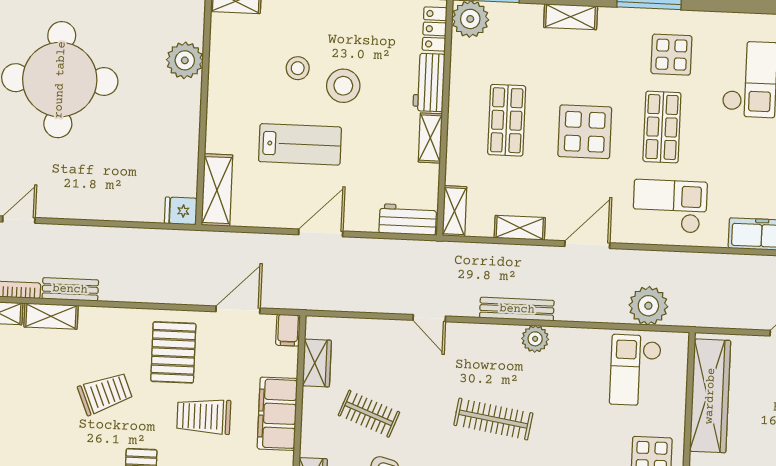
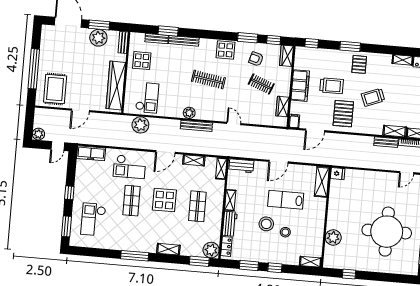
display table: (671, 55) -> (126, 231), removed

